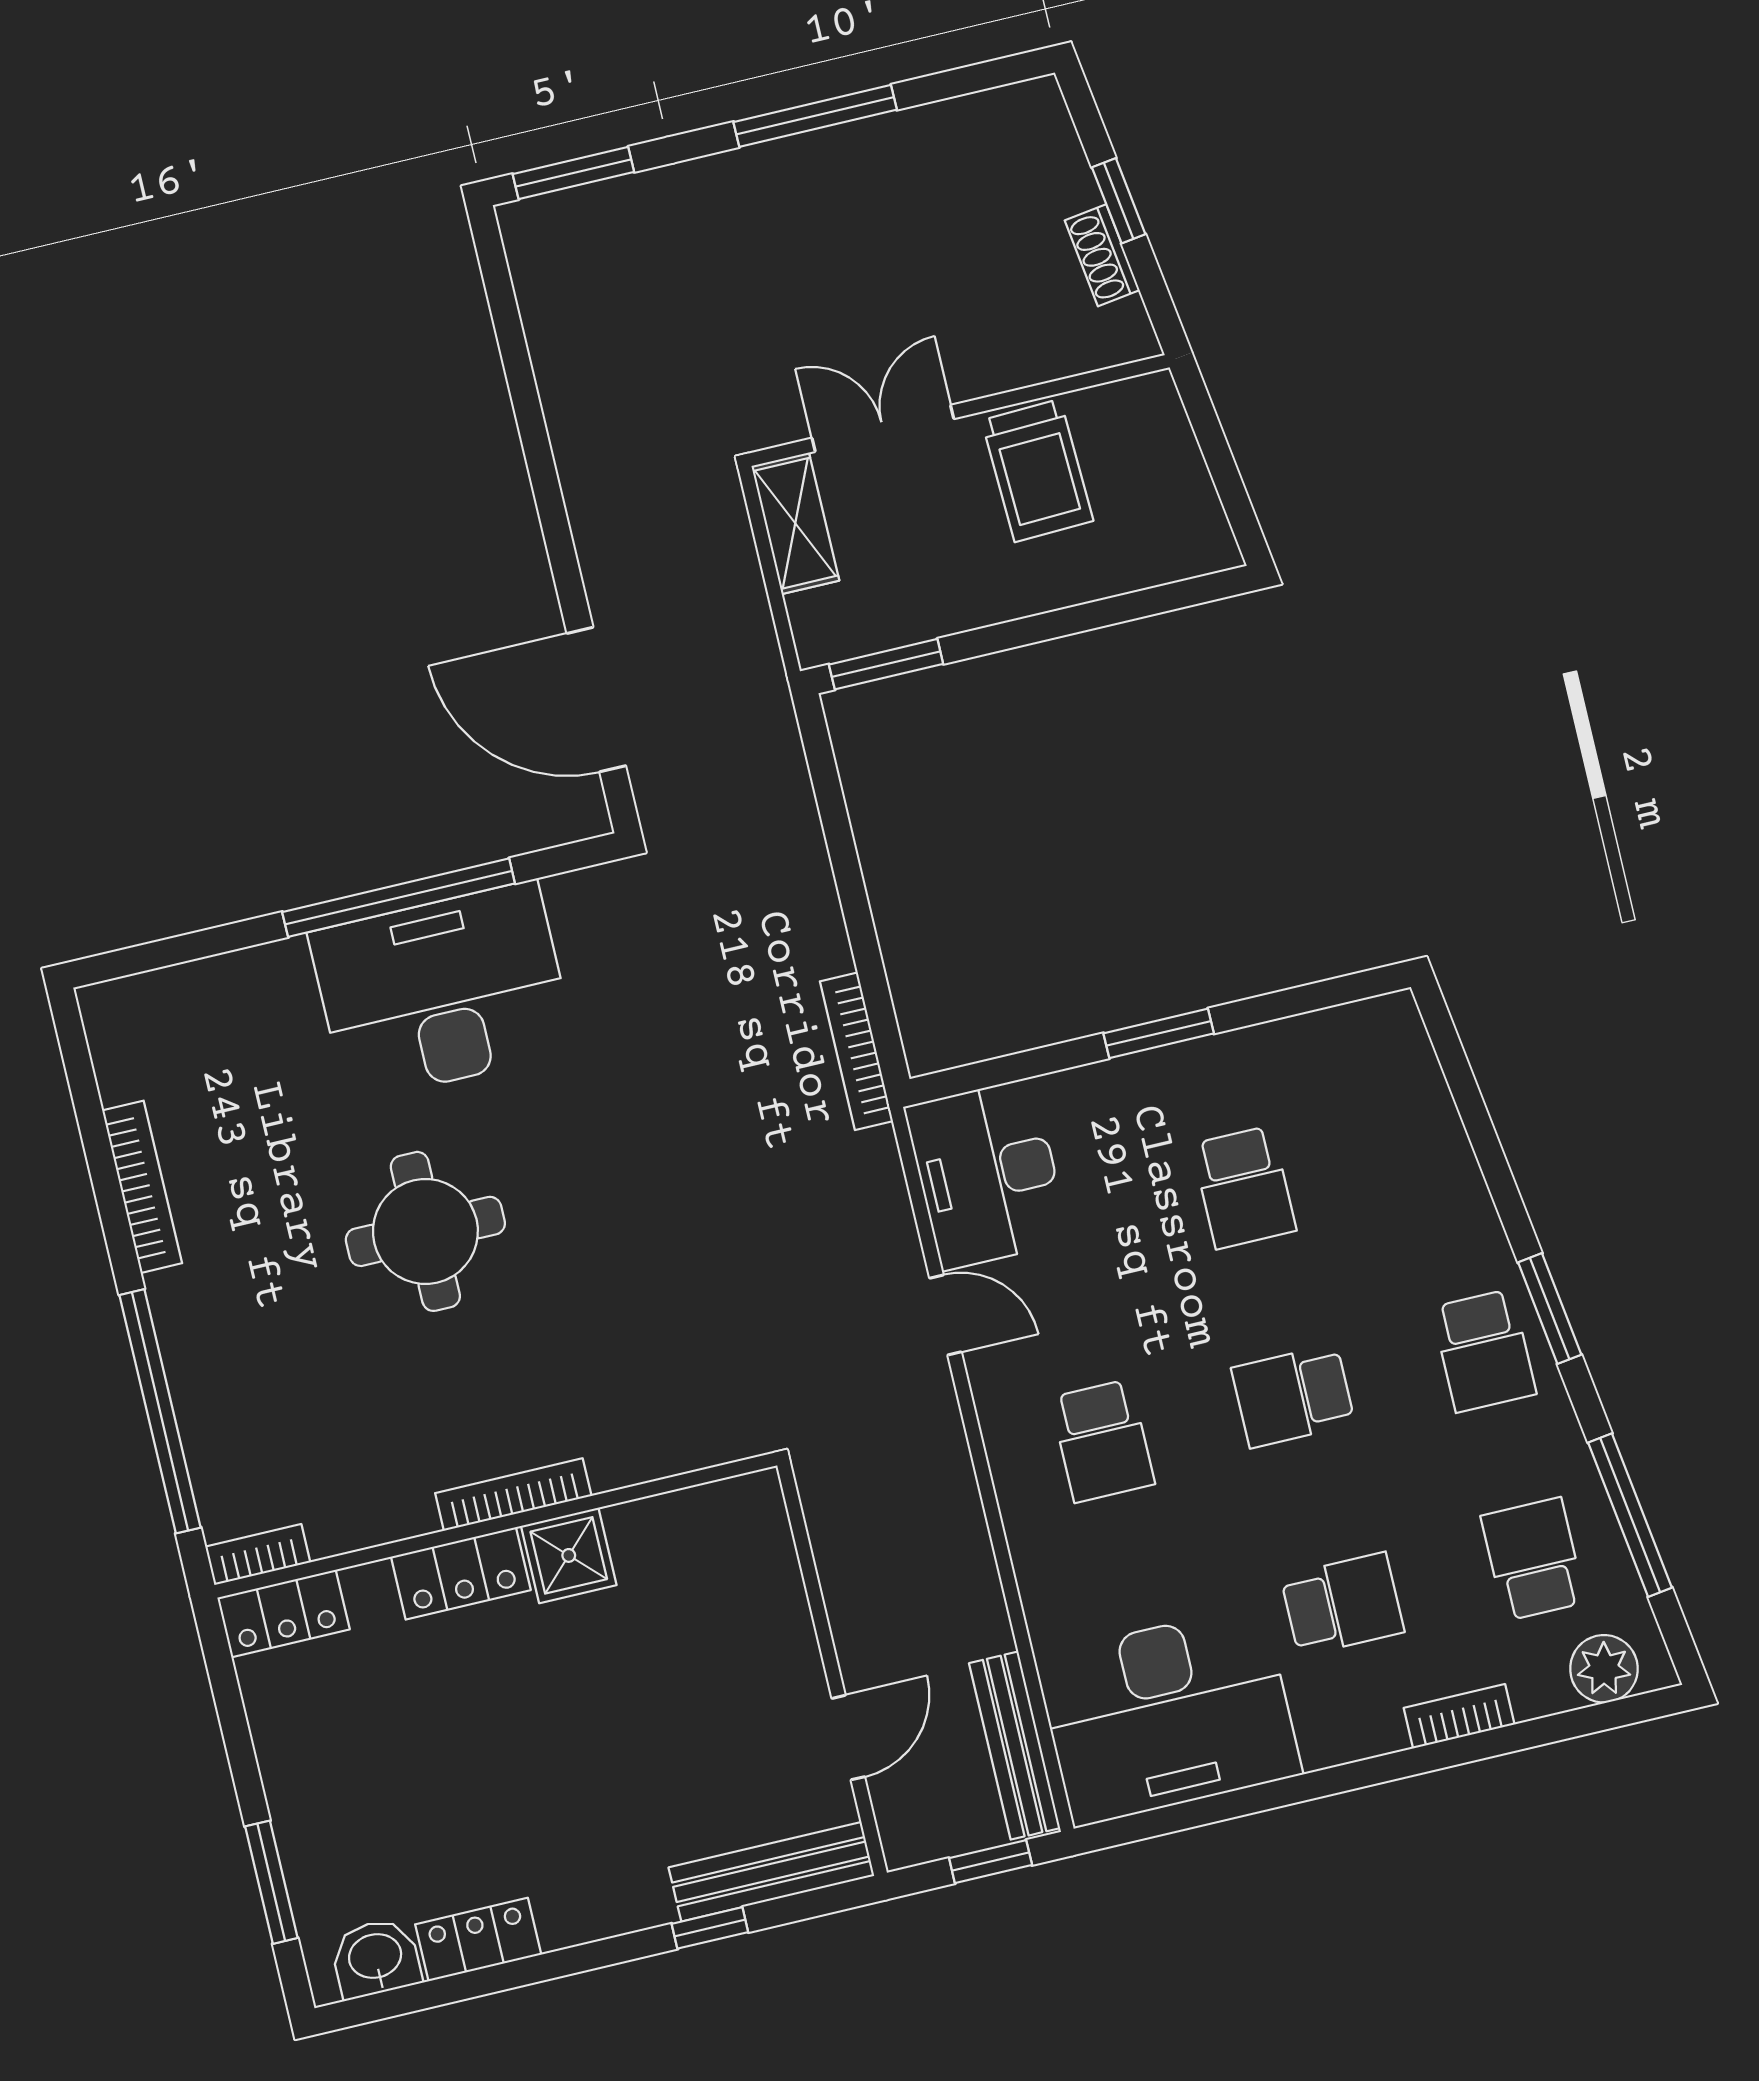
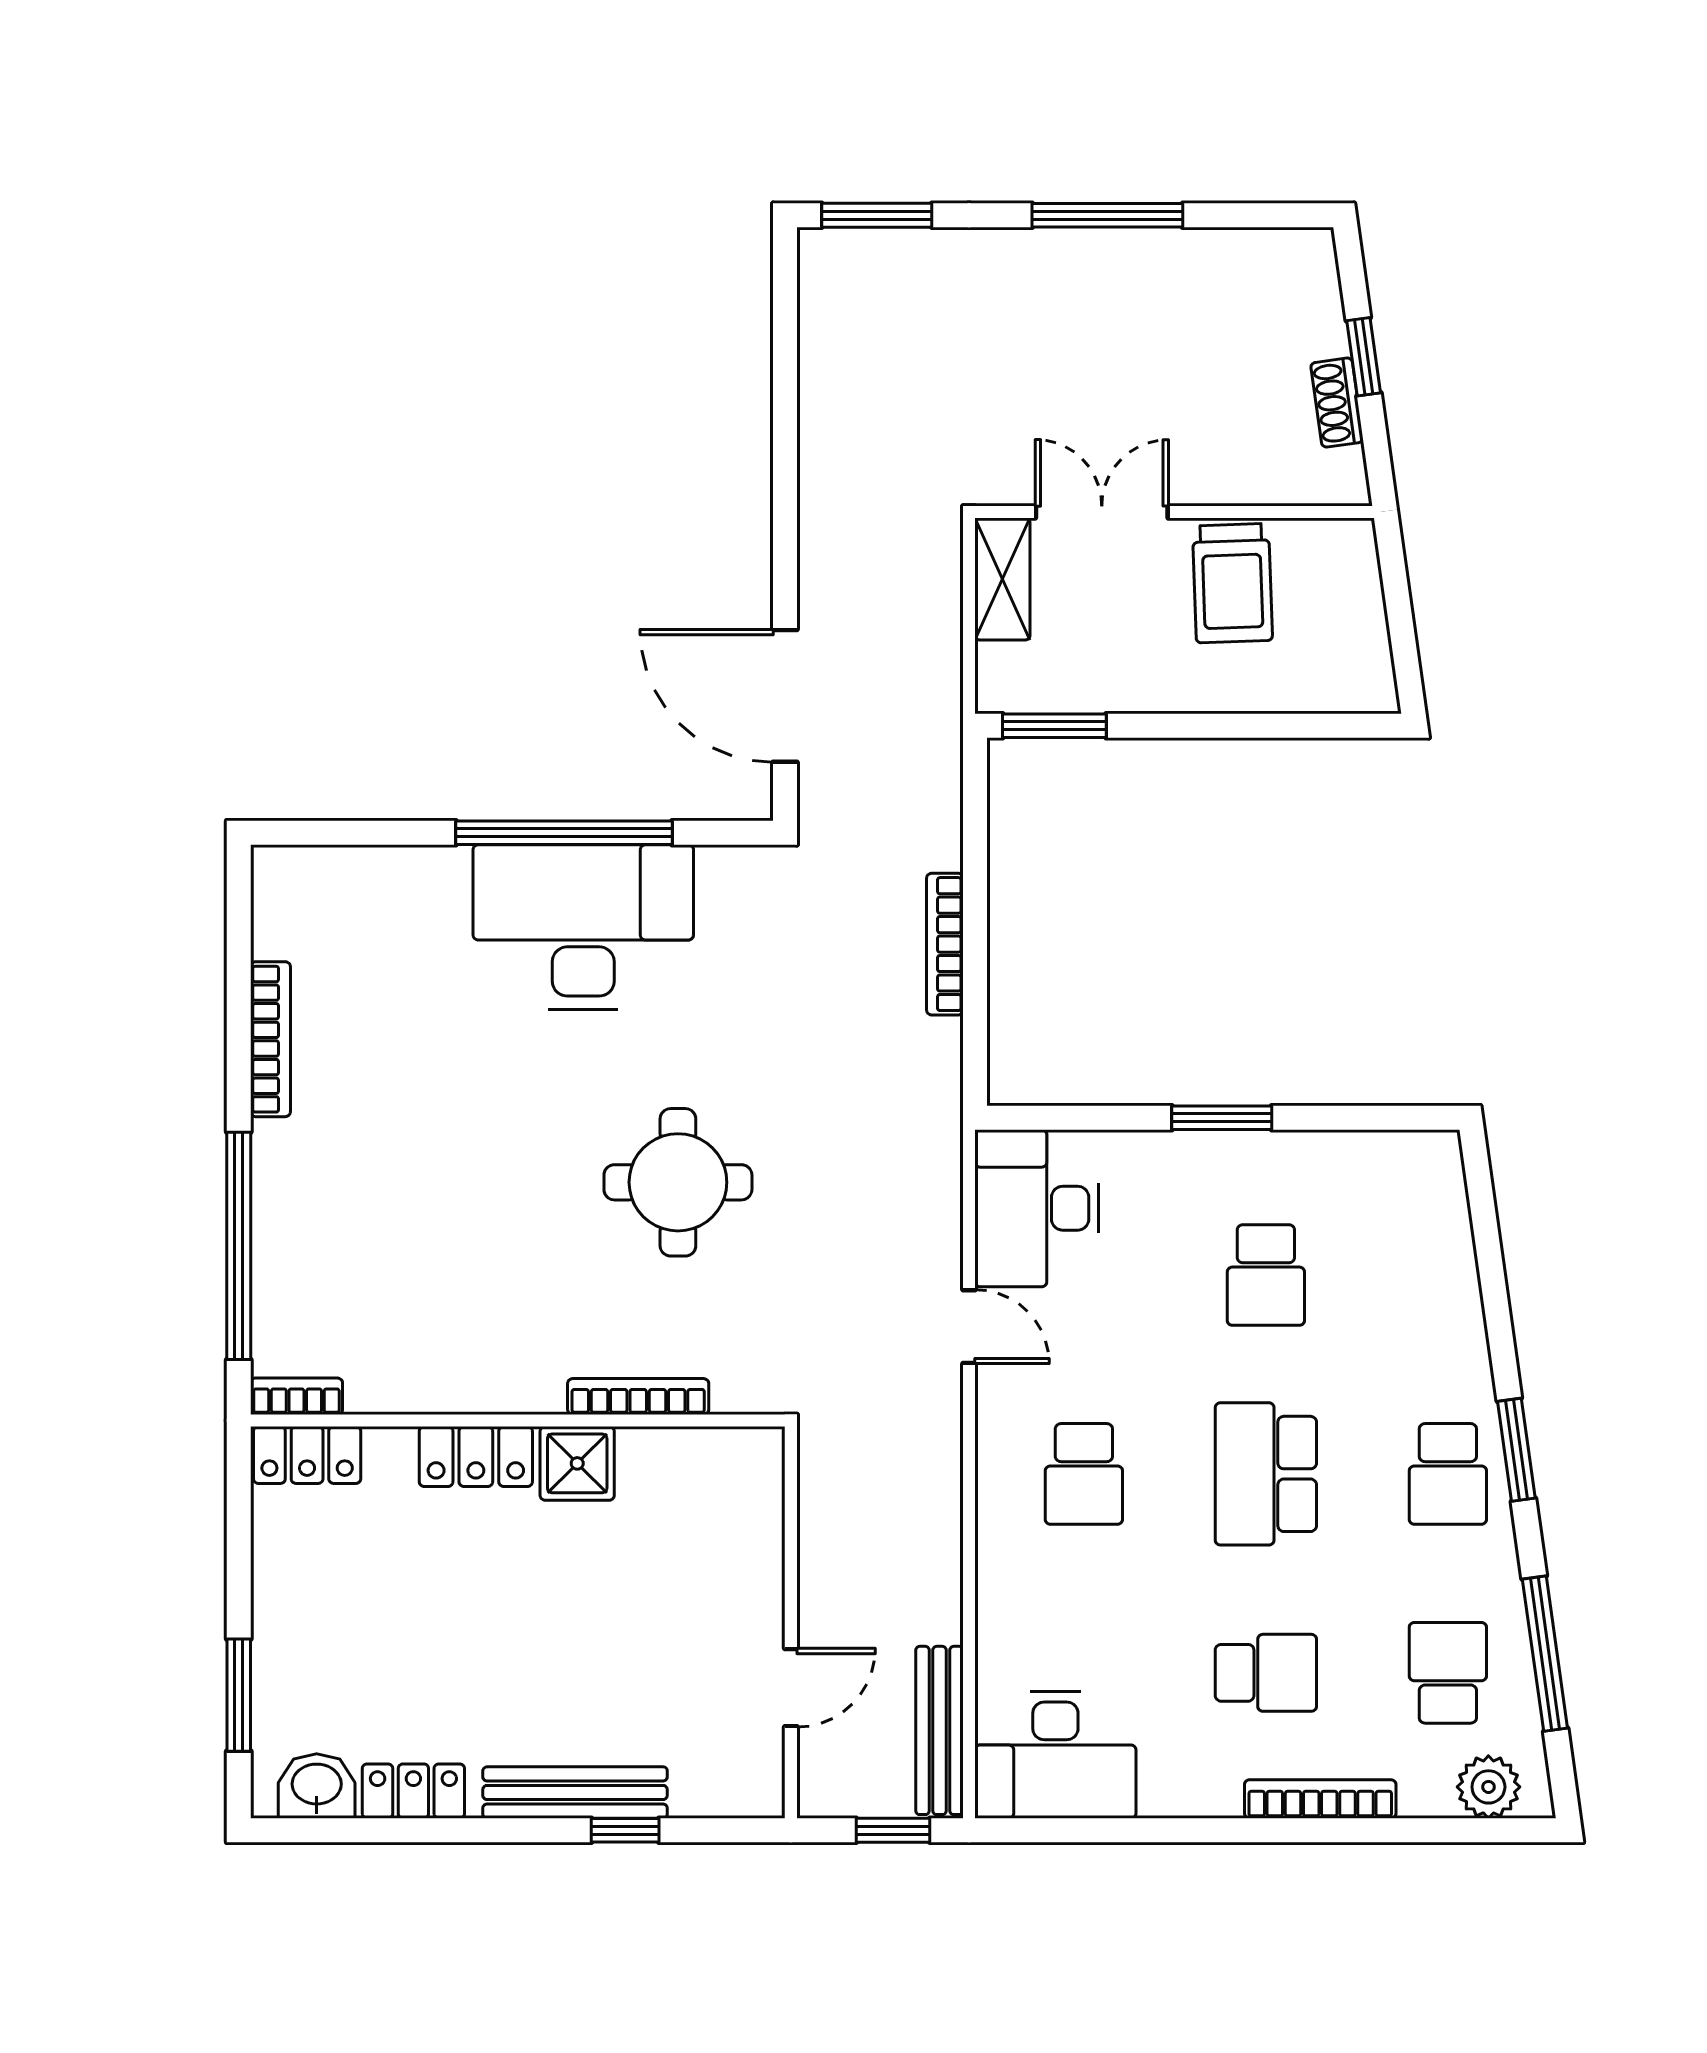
bookcase: (856, 1051) -> (945, 944), moved
round table: (425, 1231) -> (678, 1182), moved
school desk: (1293, 1396) -> (1266, 1474), width x1.85
bookcase: (513, 1494) -> (638, 1397), moved
desk: (1168, 1715) -> (1055, 1755), width x0.73, depth x0.77
bookcase: (1459, 1716) -> (1320, 1799), width x1.56
bench: (771, 1872) -> (575, 1792), moved

